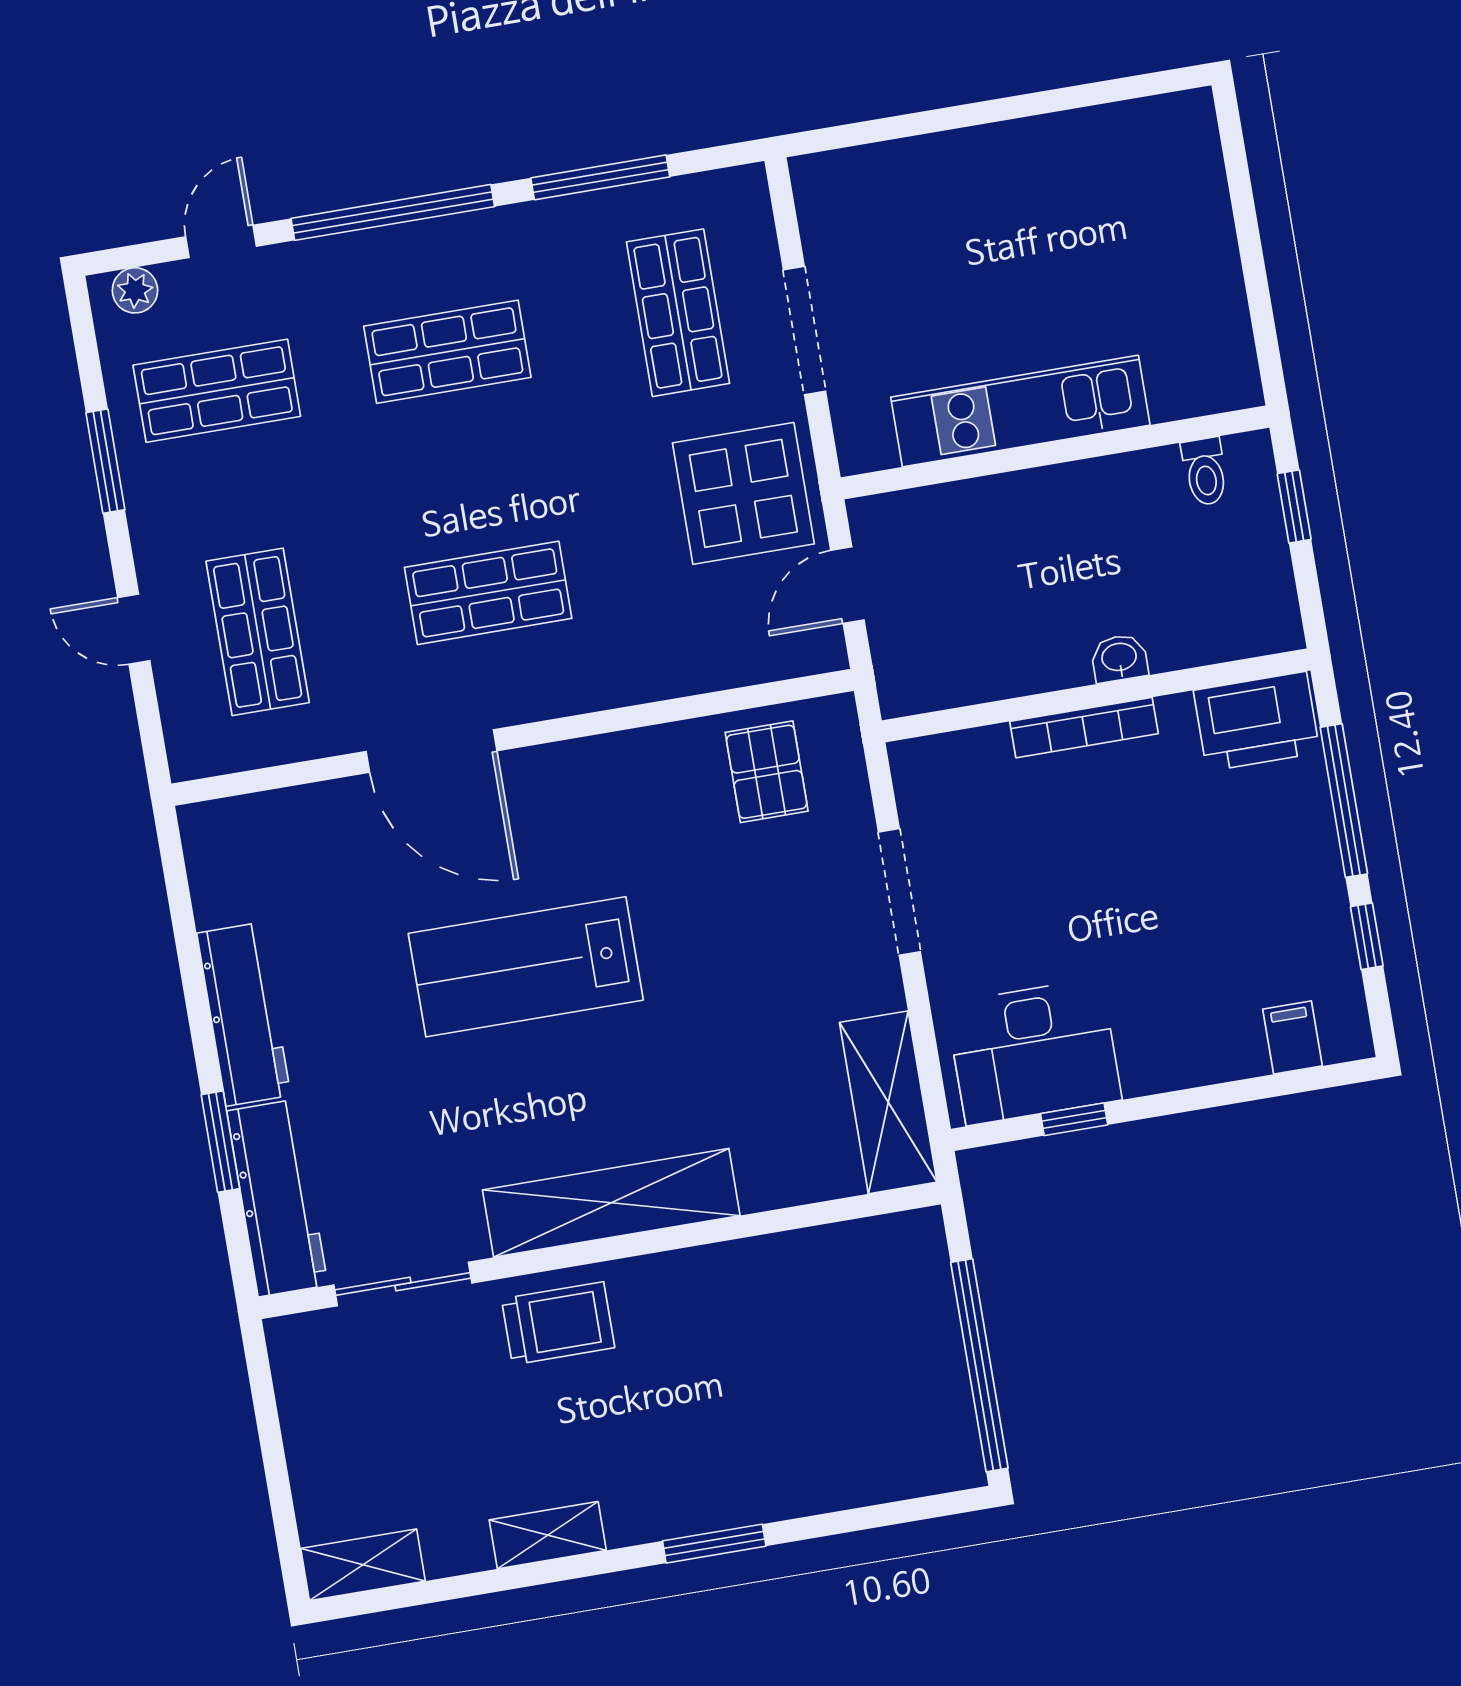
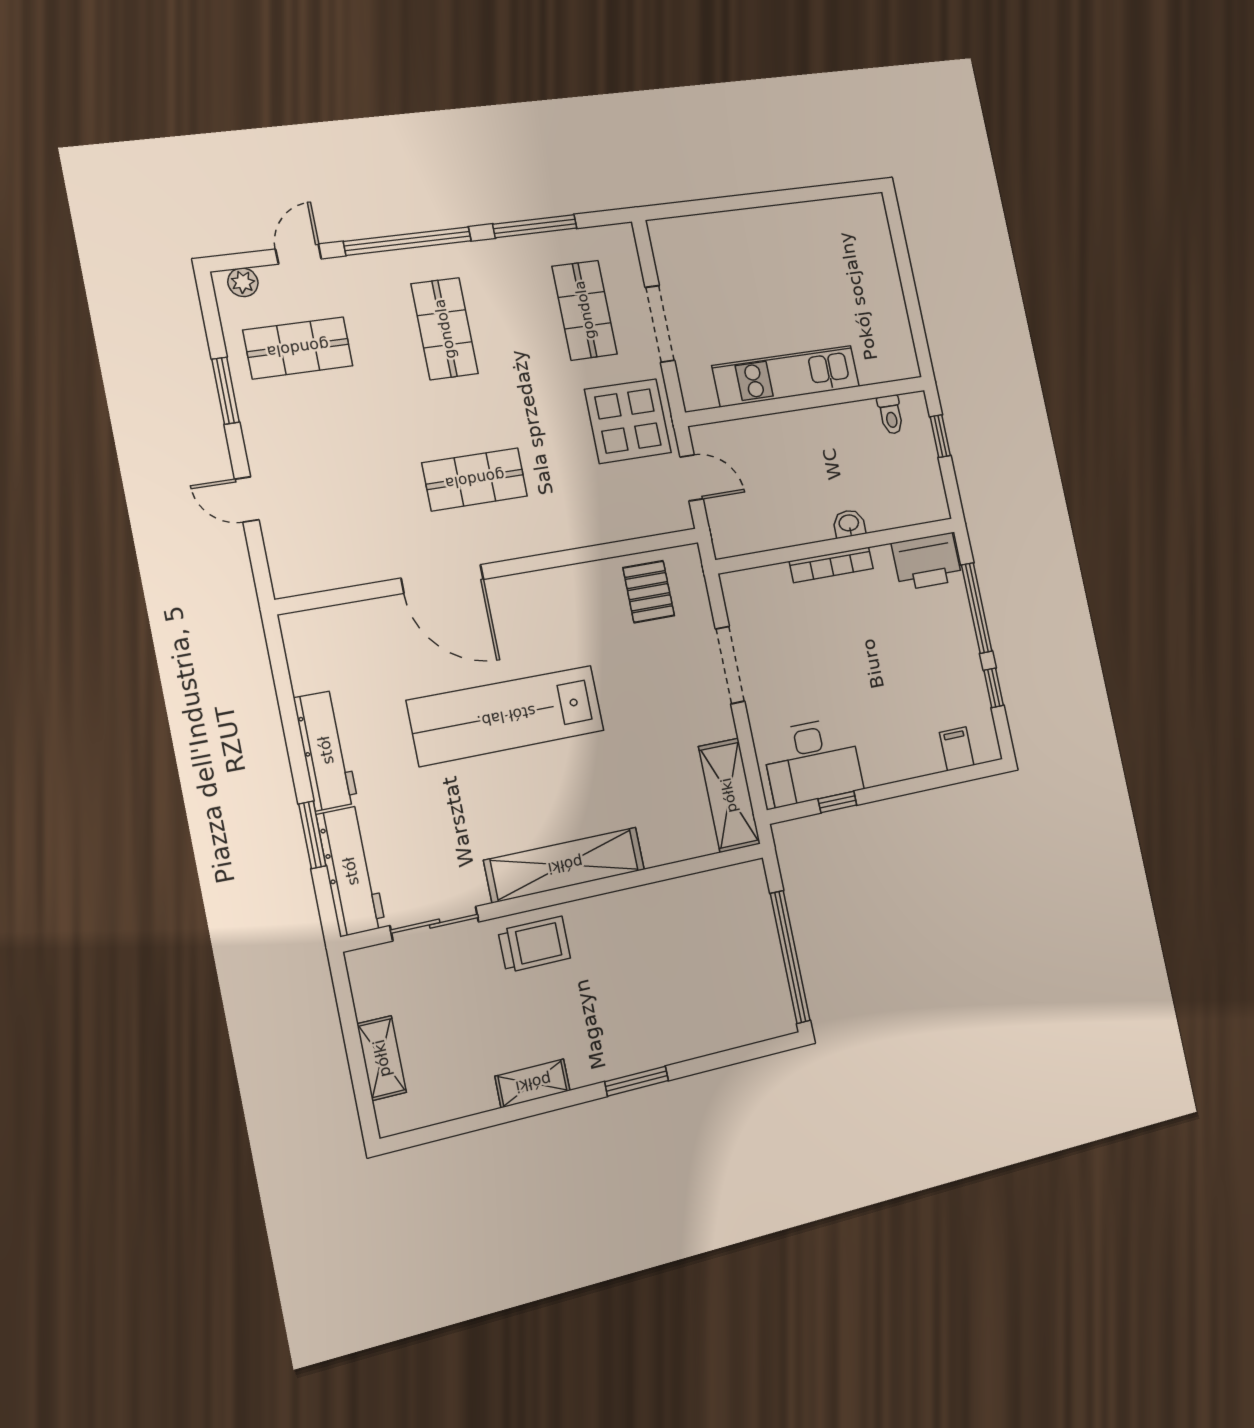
shop shelf: (447, 352) -> (445, 329), turned 90
door: (847, 585) -> (692, 478), swing flipped
shop shelf: (258, 632) -> (328, 502), removed
lab bench: (526, 967) -> (506, 716), width x1.36
shelving: (363, 1565) -> (382, 1058), moved, turned 90

